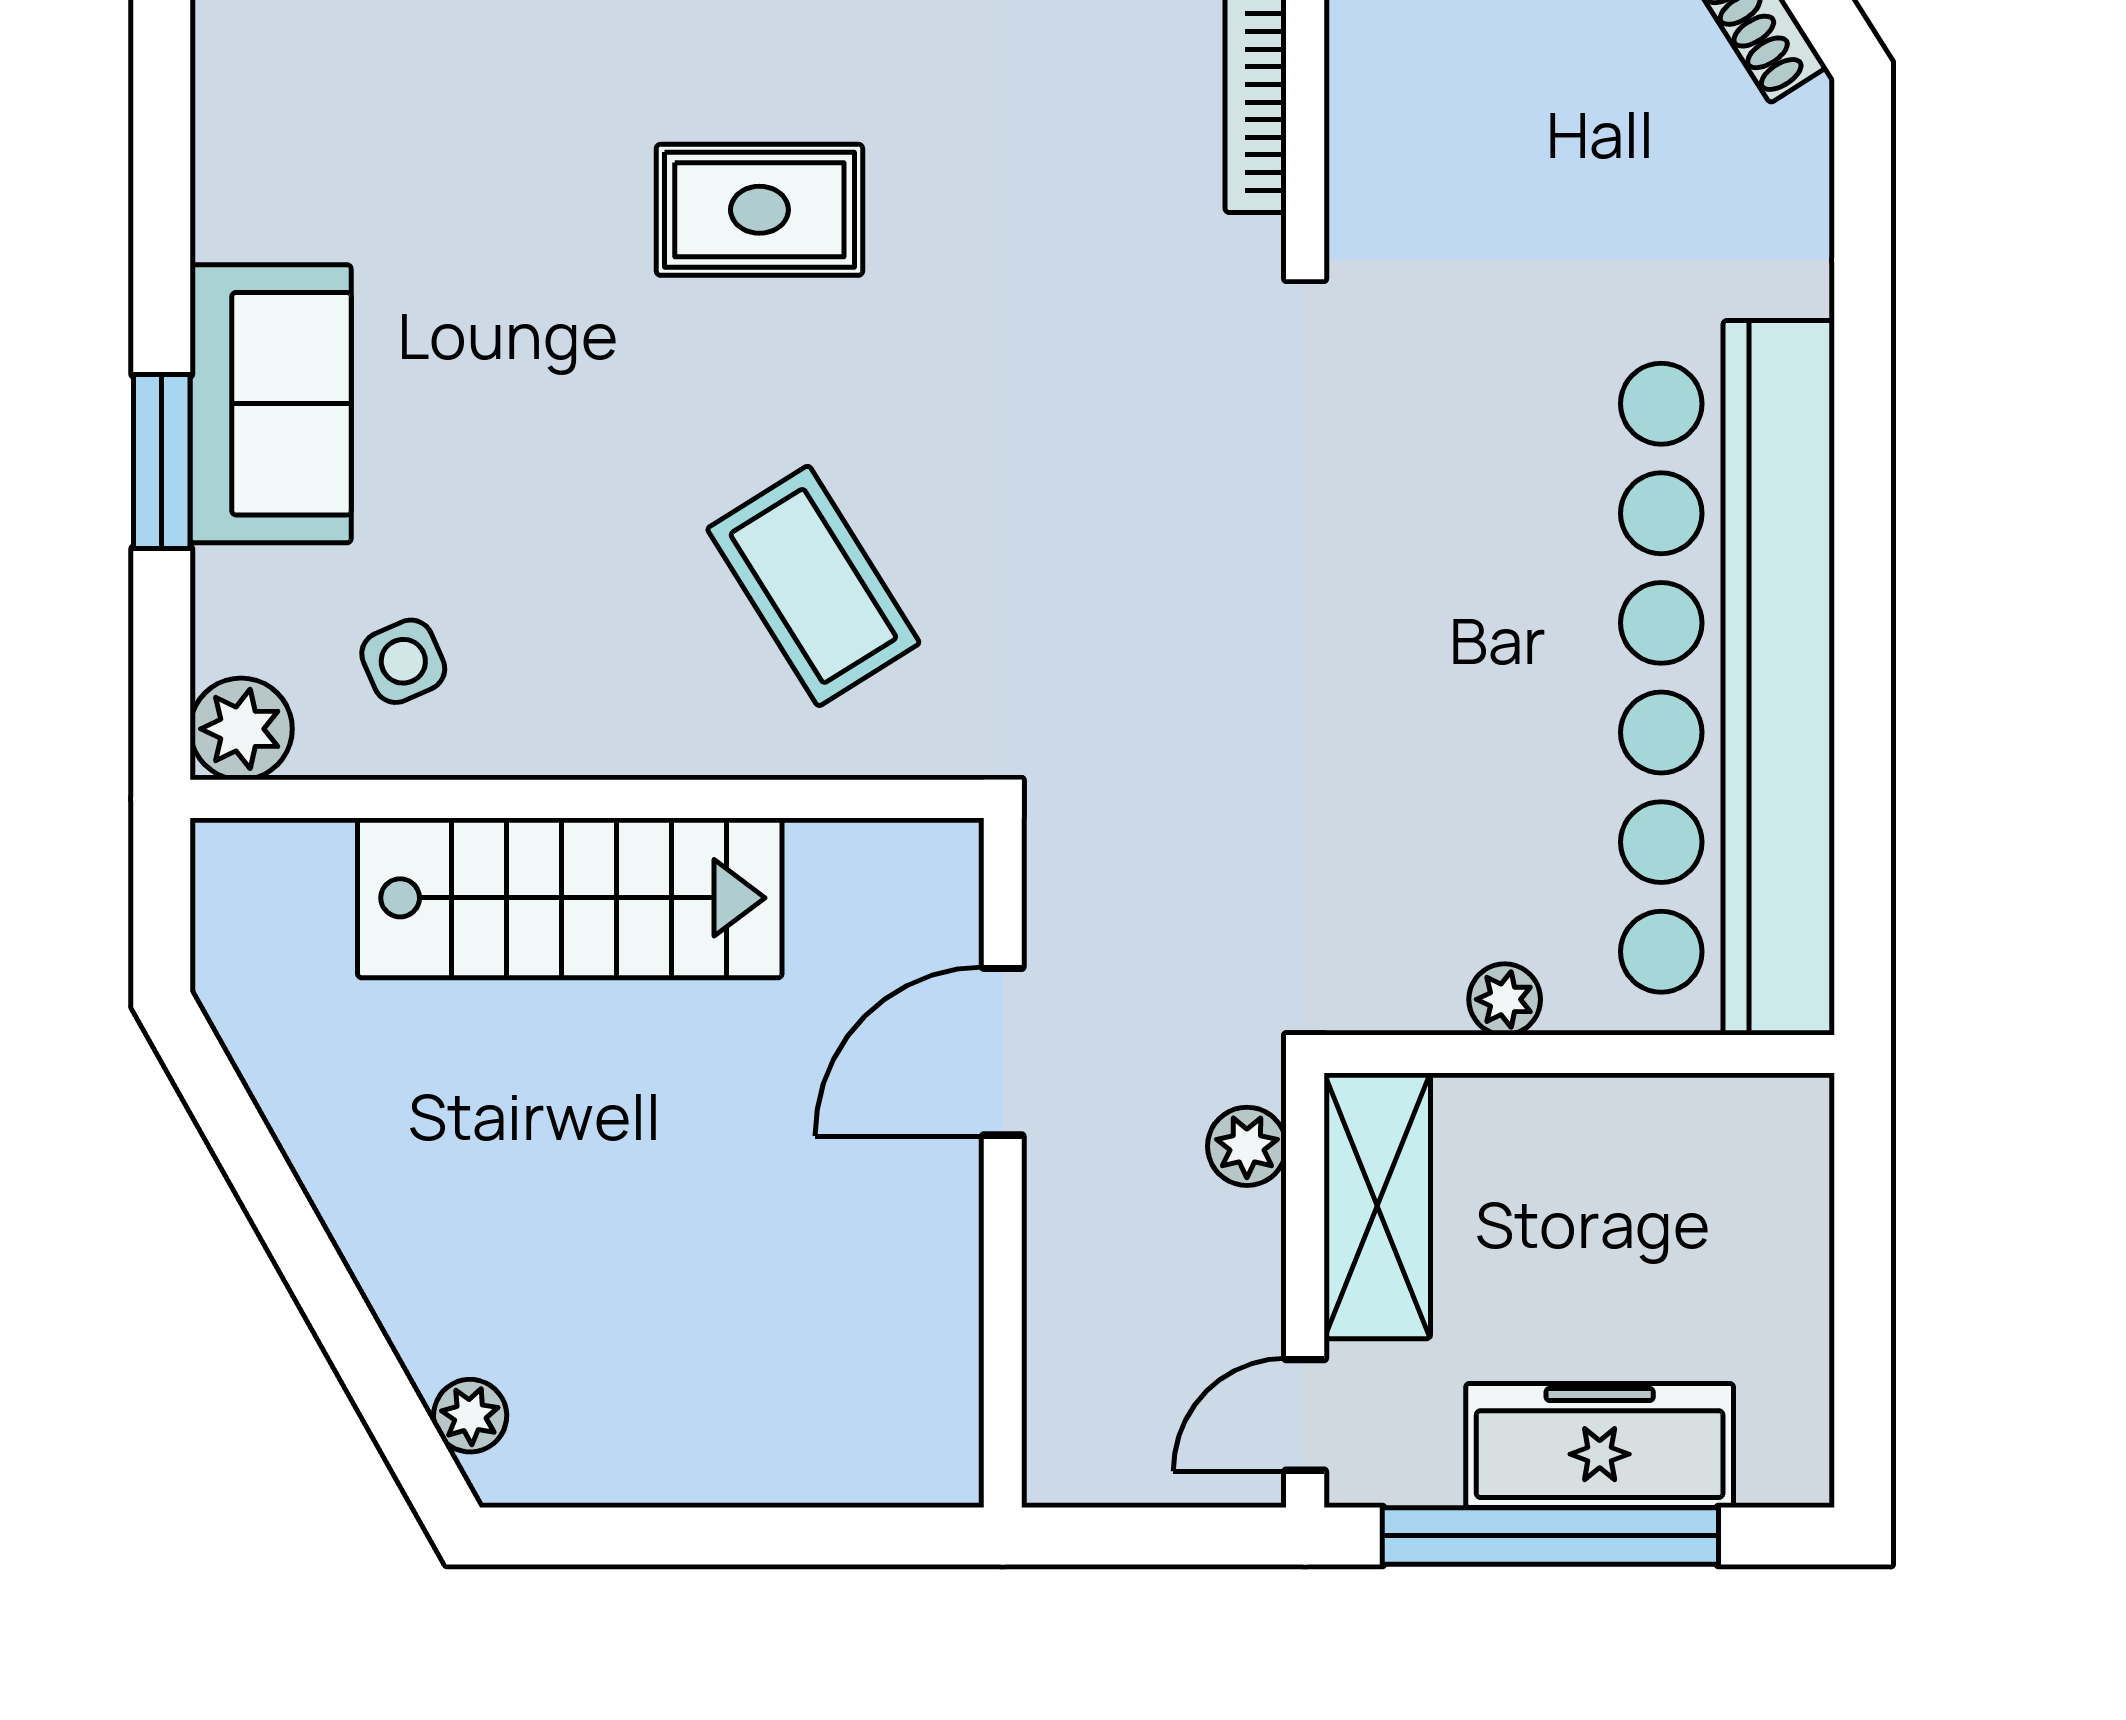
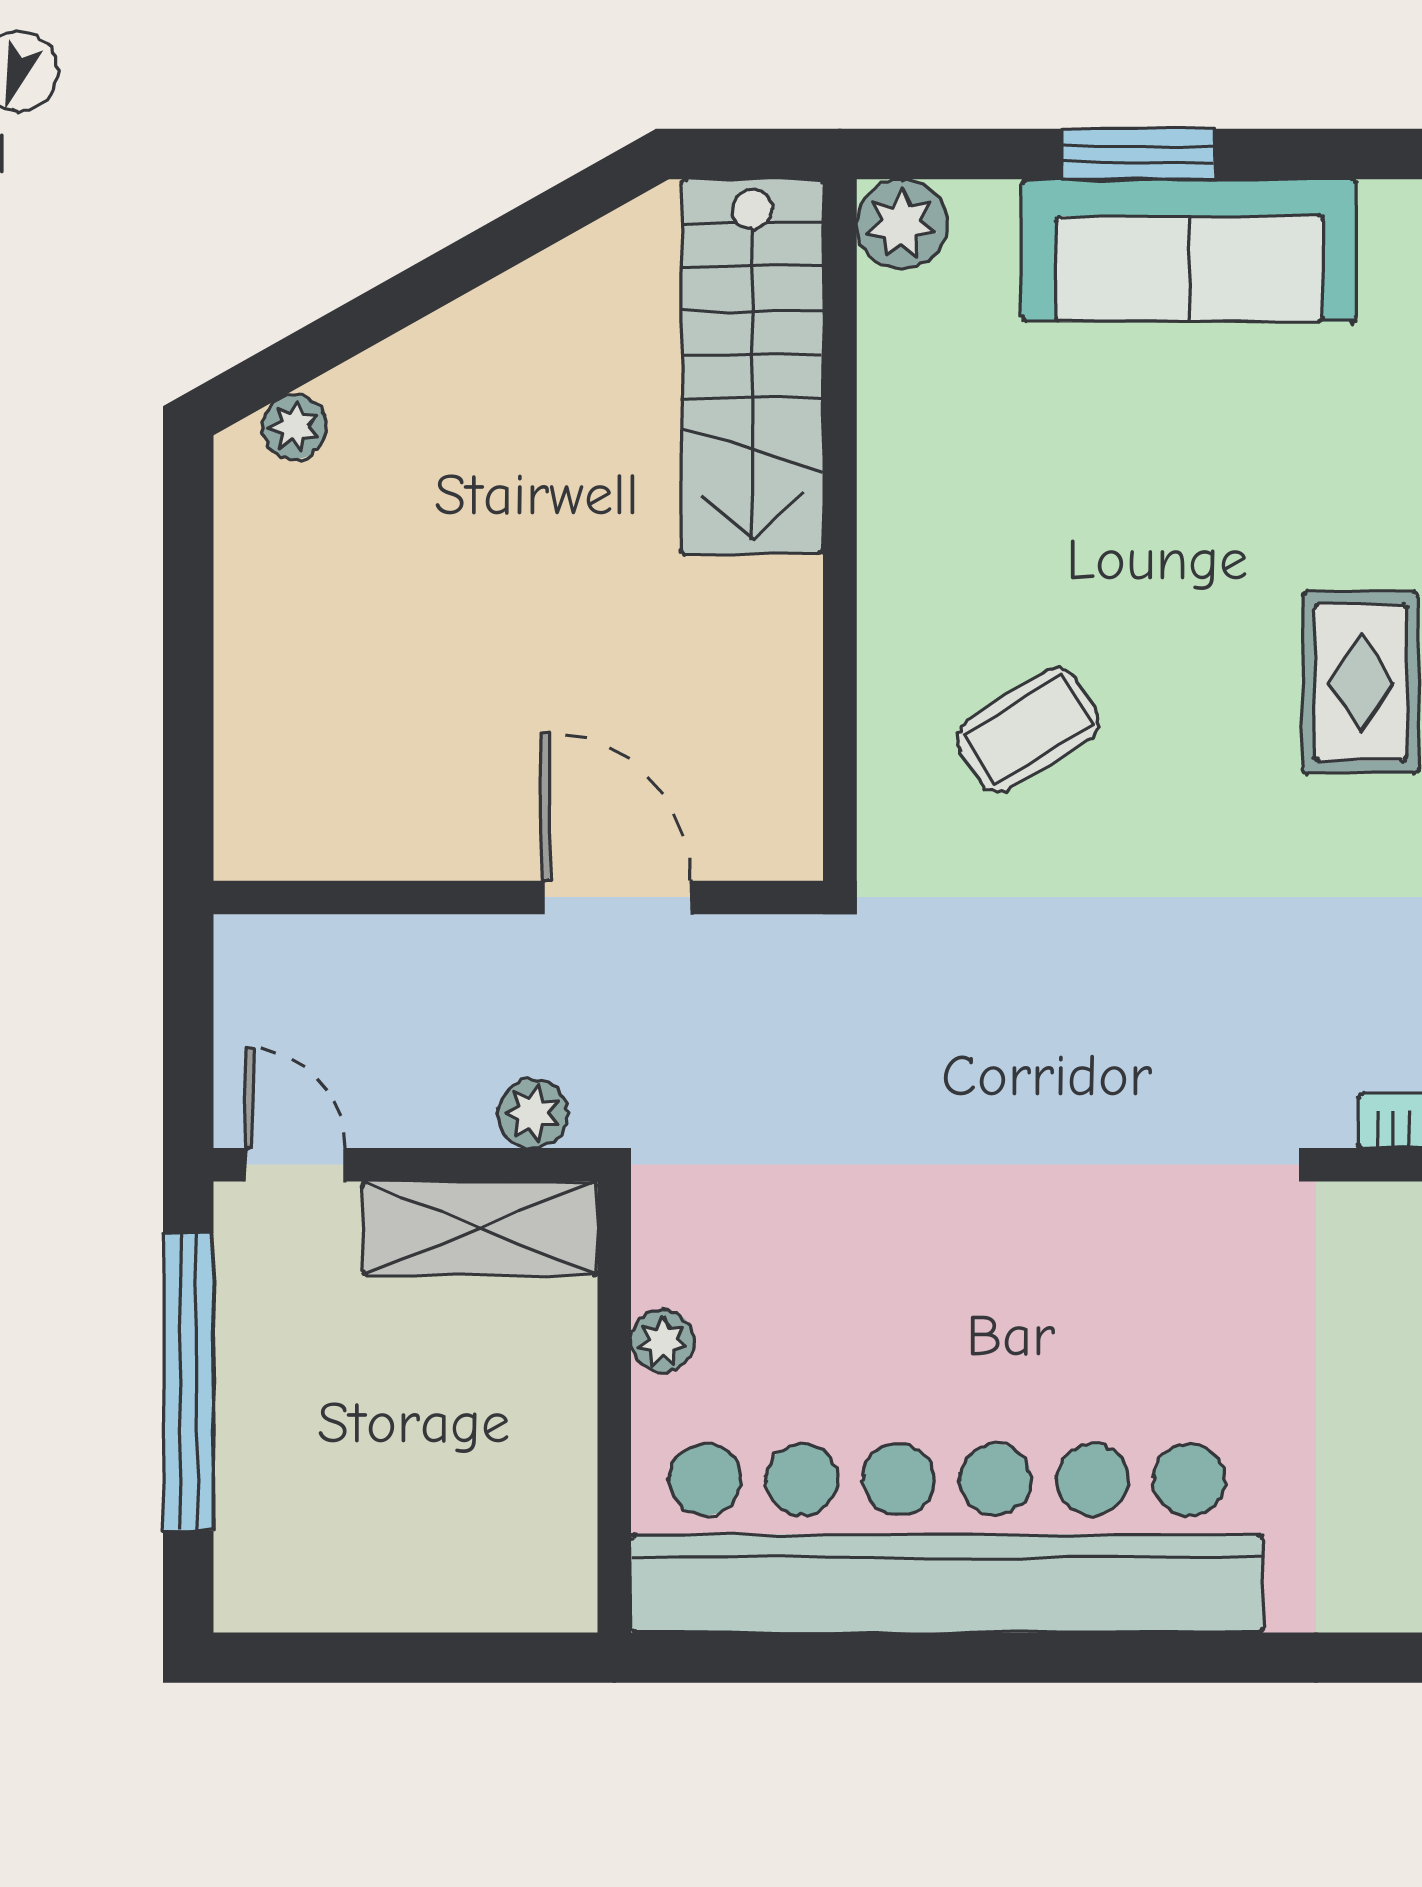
sofa: (271, 404) -> (1189, 250), width x1.36
coffee table: (813, 586) -> (1028, 730), width x0.73, depth x0.77
side table: (403, 661) -> (961, 368), removed
stairs: (570, 898) -> (752, 367), moved
freezer: (1600, 1445) -> (268, 1425), removed

